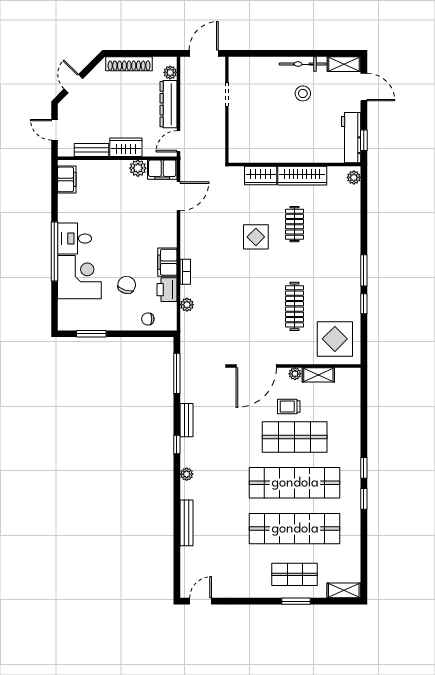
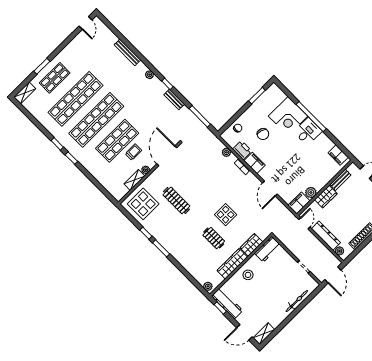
bicycle: (303, 64) -> (297, 301), moved
stool: (303, 93) -> (248, 275), moved
workbench: (248, 153) -> (267, 249), added
door: (179, 196) -> (270, 188), moved

